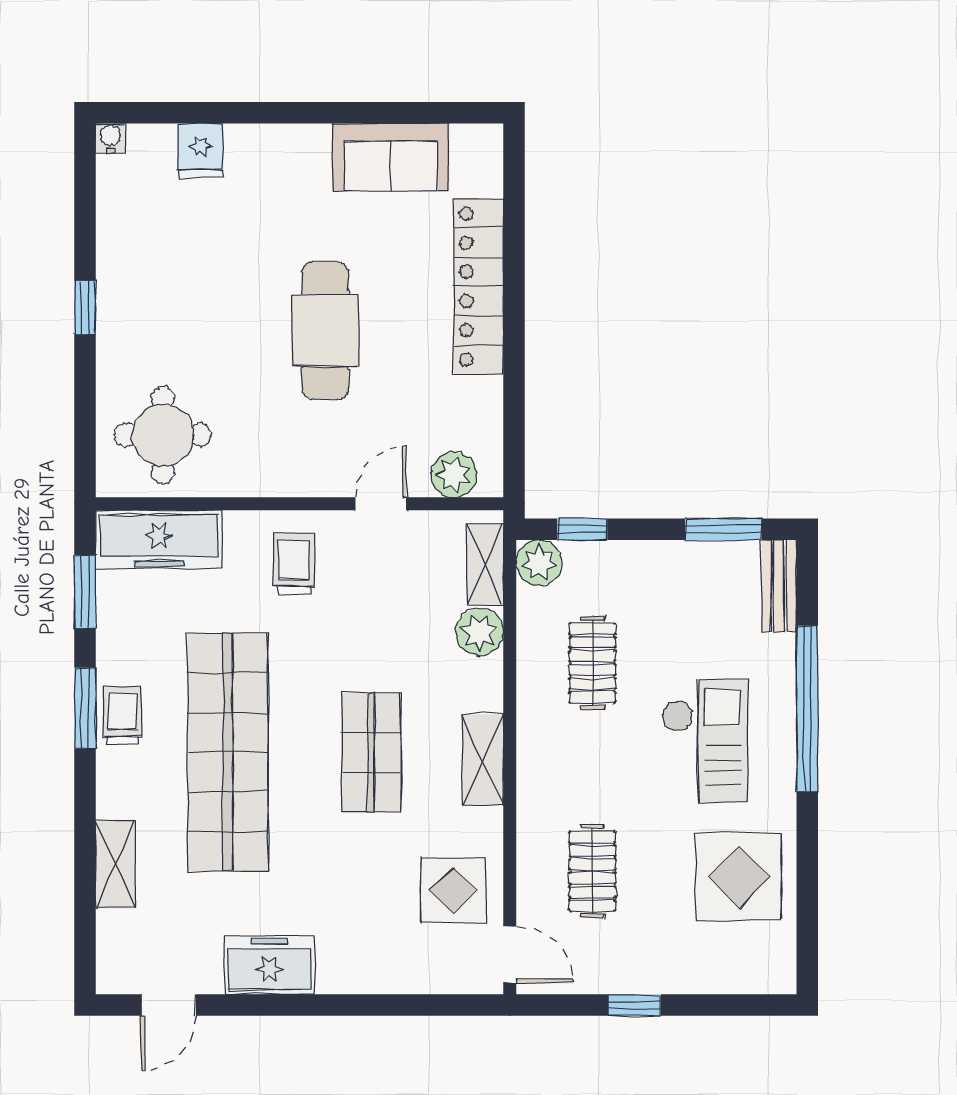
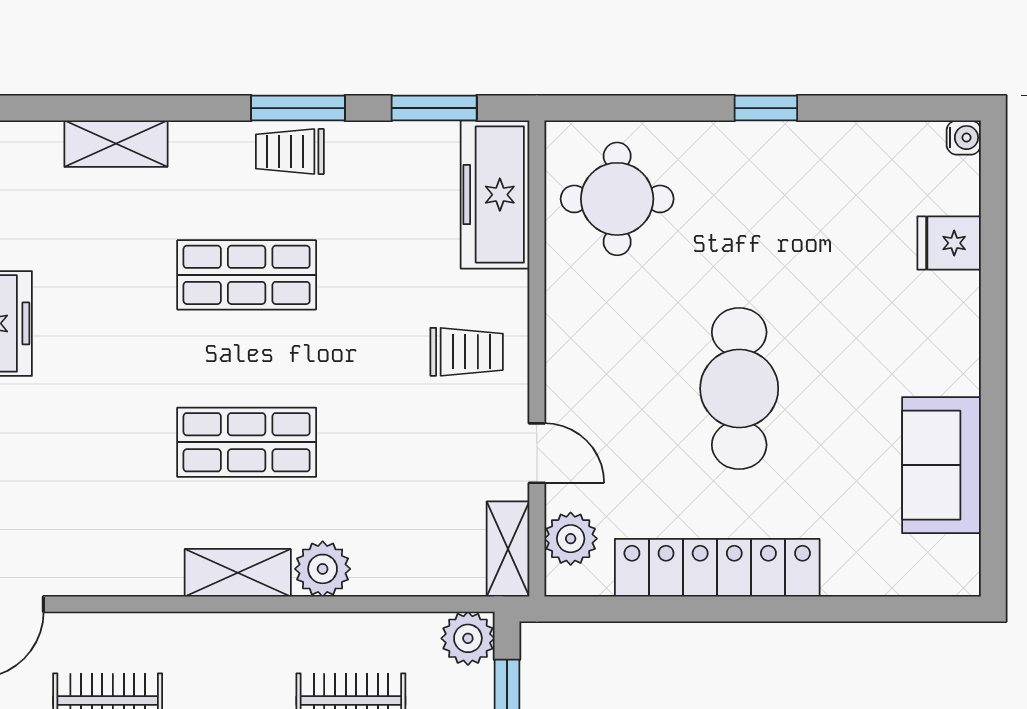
locker: (479, 286) -> (717, 568), moved
cafe table: (325, 330) -> (739, 389), turned 90
shelving: (485, 564) -> (508, 549), moved, turned 90
plant: (480, 632) -> (323, 569), moved
trolley: (122, 715) -> (290, 152), turned 180
shop shelf: (228, 752) -> (247, 275), width x0.50, depth x0.74
display table: (453, 890) -> (85, 538), removed

